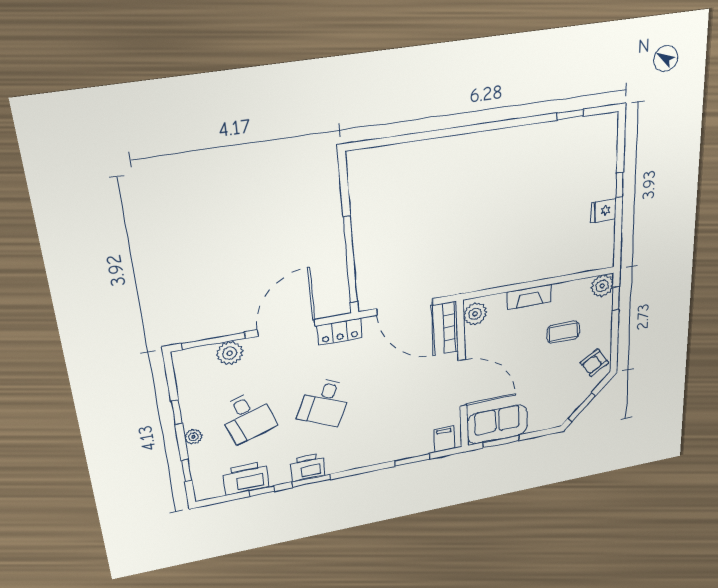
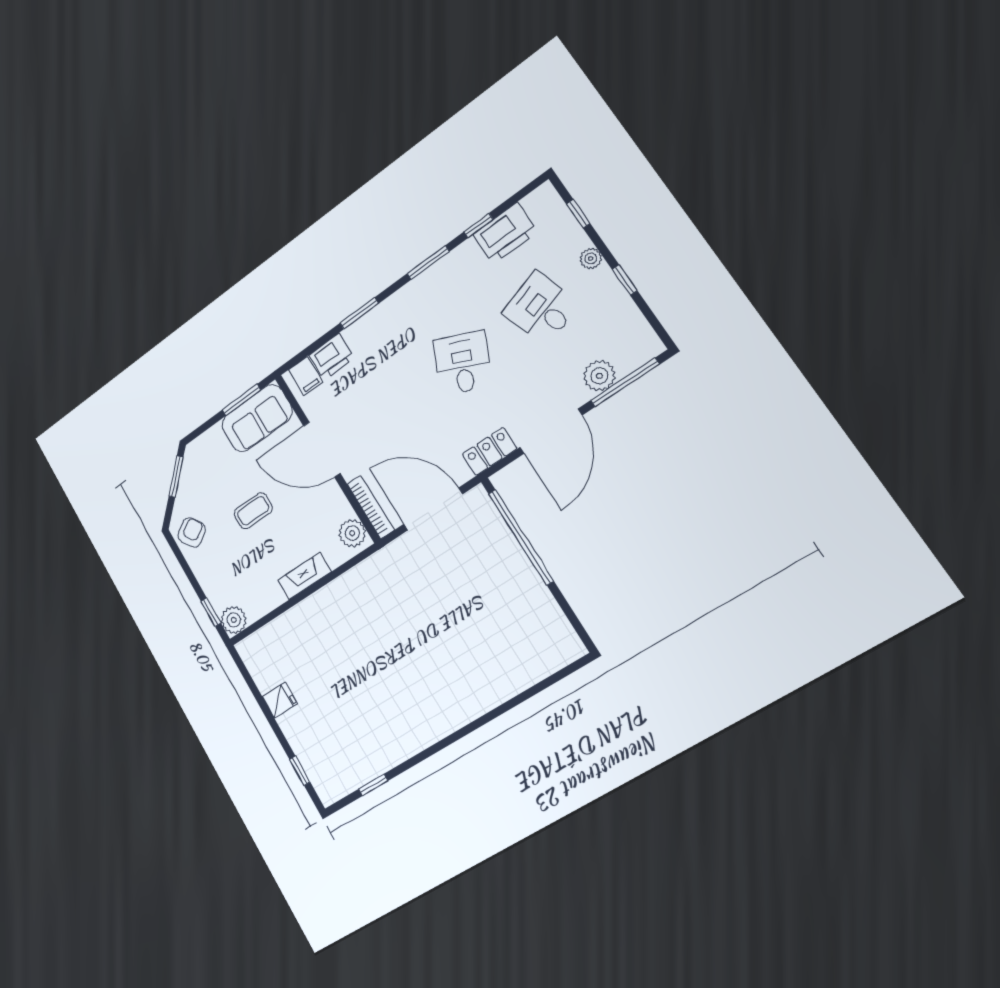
window: (620, 185) -> (300, 771), moved
coffee table: (563, 332) -> (253, 511), moved
window: (412, 460) -> (359, 313), moved
printer: (308, 467) -> (332, 357), moved

